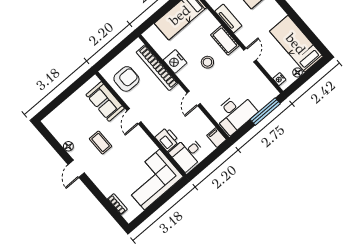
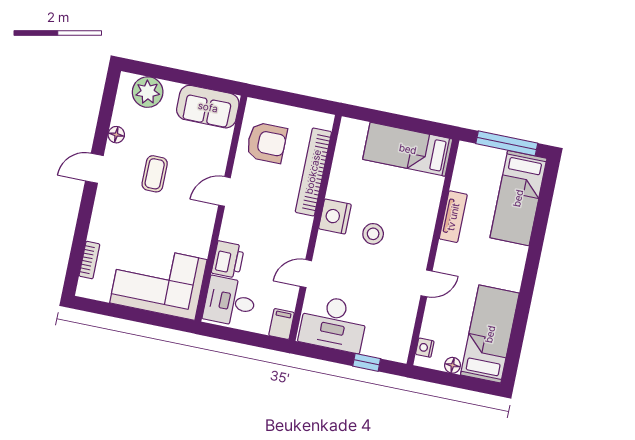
cot: (225, 40) -> (420, 234), removed
nightstand: (175, 61) -> (335, 216), moved
door: (194, 98) -> (306, 274), moved
sofa: (105, 101) -> (208, 107), moved, turned -90
window: (265, 112) -> (367, 362), width x0.46
plant: (60, 116) -> (148, 92), added

